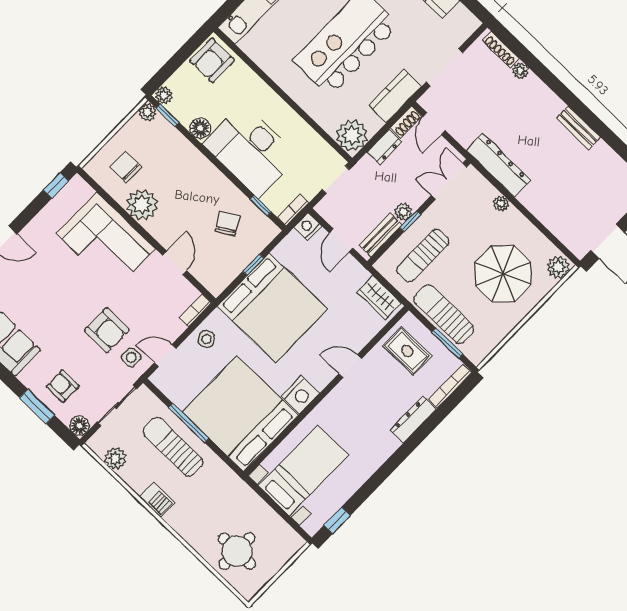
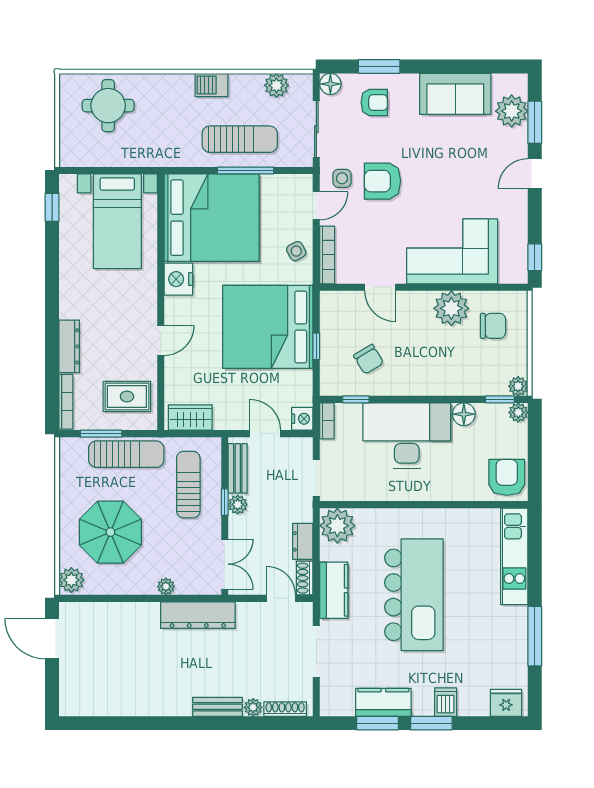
bench: (579, 128) -> (217, 707), moved
bookcase: (195, 310) -> (327, 255), width x1.56

